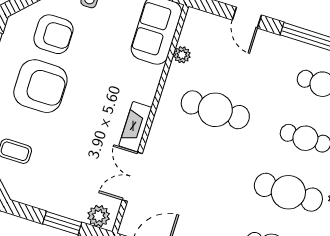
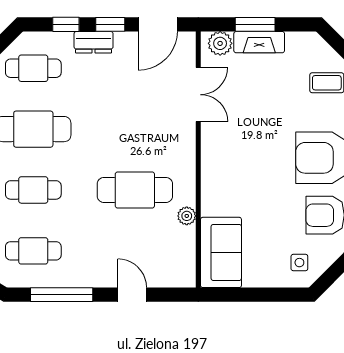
plant: (182, 55) -> (187, 216), moved
fireplace: (135, 127) -> (259, 42), moved, turned 90

